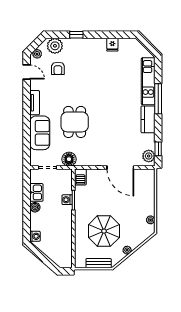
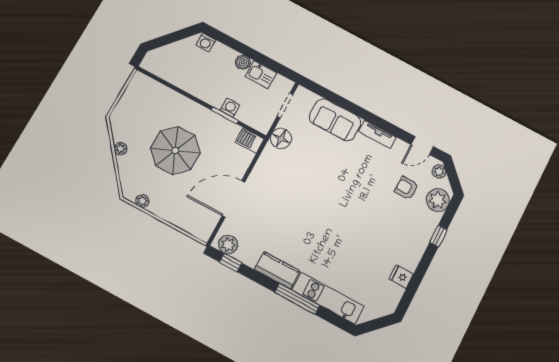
dining table: (75, 122) -> (325, 172), removed
parasol: (104, 231) -> (175, 151), moved
bench: (99, 263) -> (125, 103), removed

